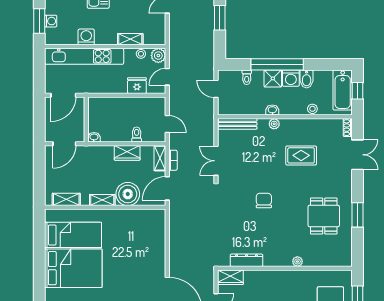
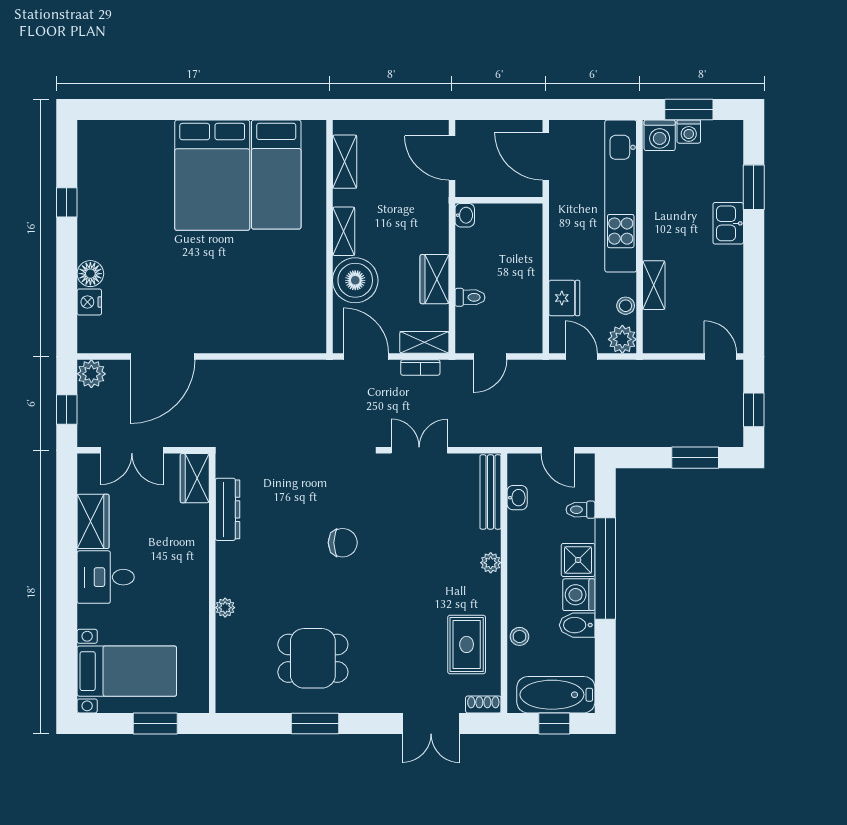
washing machine: (86, 37) -> (660, 135), moved, turned 90
door: (216, 89) -> (558, 450), swing flipped
washbasin: (272, 110) -> (517, 498), moved
rug: (301, 155) -> (467, 644), moved

